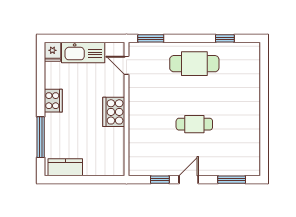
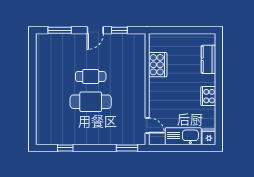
cafe table: (194, 64) -> (91, 102), moved
cooker: (114, 112) -> (158, 65), moved
window: (41, 137) -> (219, 66), removed
kitchen counter: (65, 167) -> (208, 59), moved, turned 90

